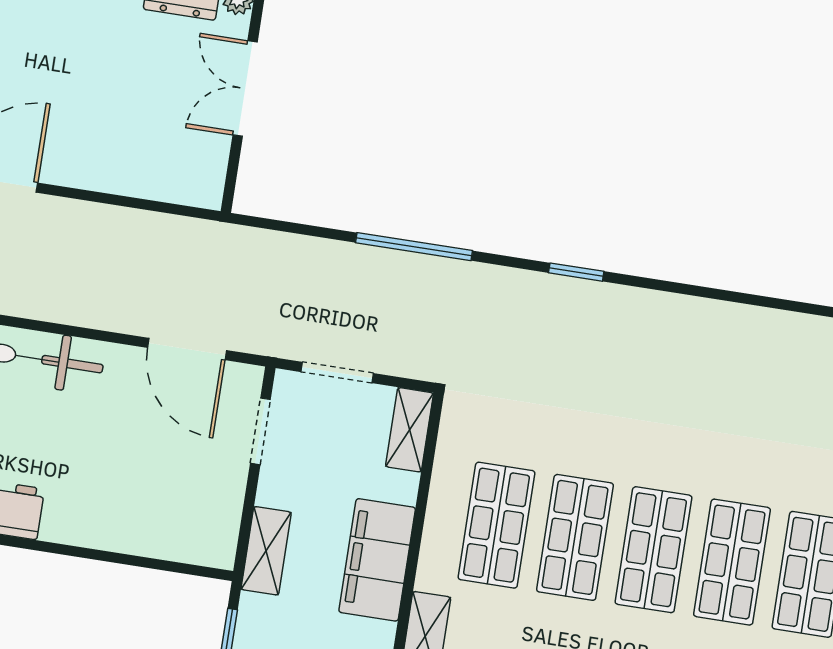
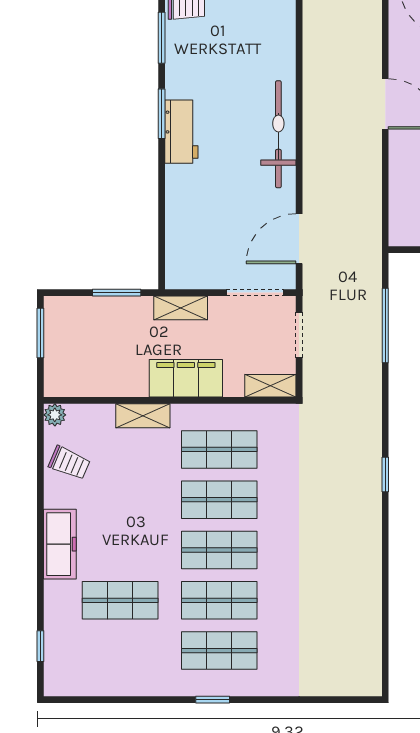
window: (414, 247) -> (385, 326), moved
doorway: (260, 431) -> (255, 293), width x1.38

